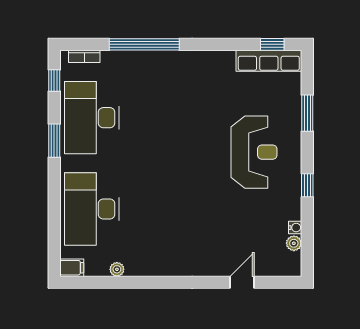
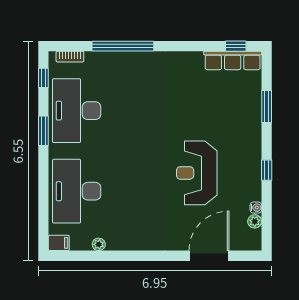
reception desk: (254, 152) -> (197, 173), moved, turned 180
door: (242, 282) -> (209, 256), width x1.88

